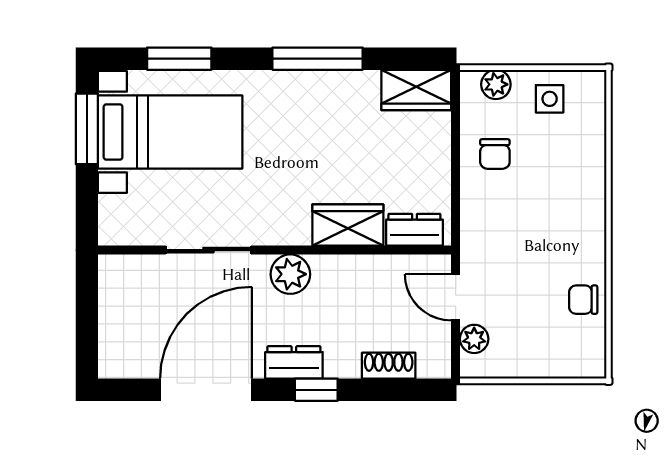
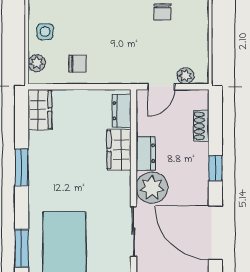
window: (318, 59) -> (22, 167), width x0.69
plant: (290, 274) -> (152, 188), width x1.36, depth x1.36
dresser: (294, 362) -> (146, 153), moved, turned 180

